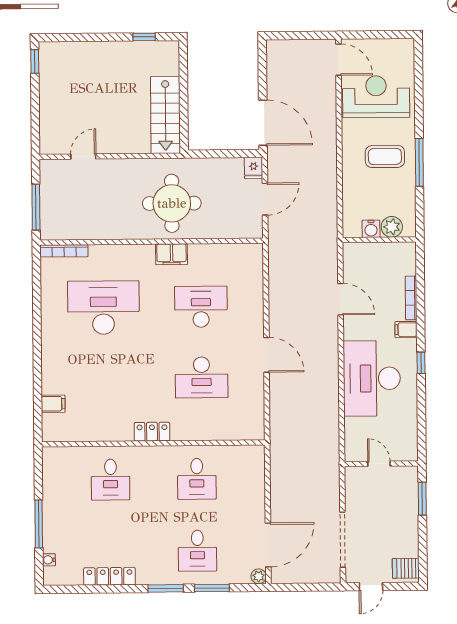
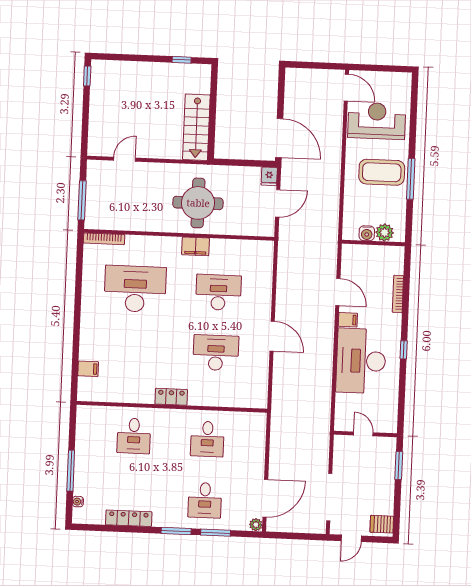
coffee table: (385, 156) -> (382, 172), width x1.36, depth x1.32
filing cabinet: (406, 330) -> (348, 320), moved, turned 180
desk: (202, 377) -> (216, 353), turned 180

